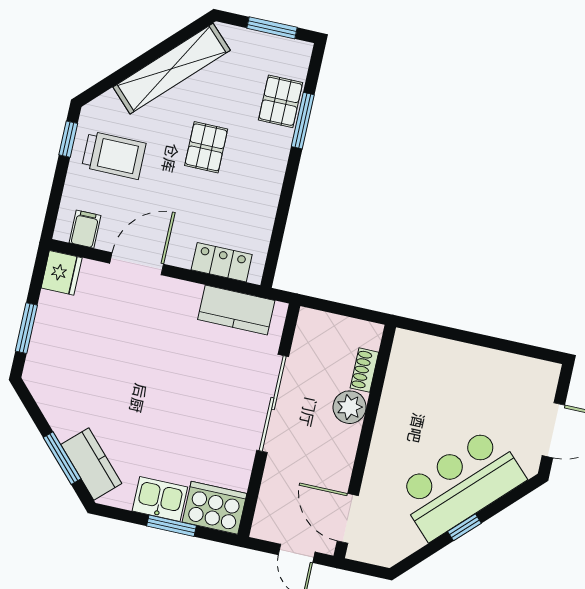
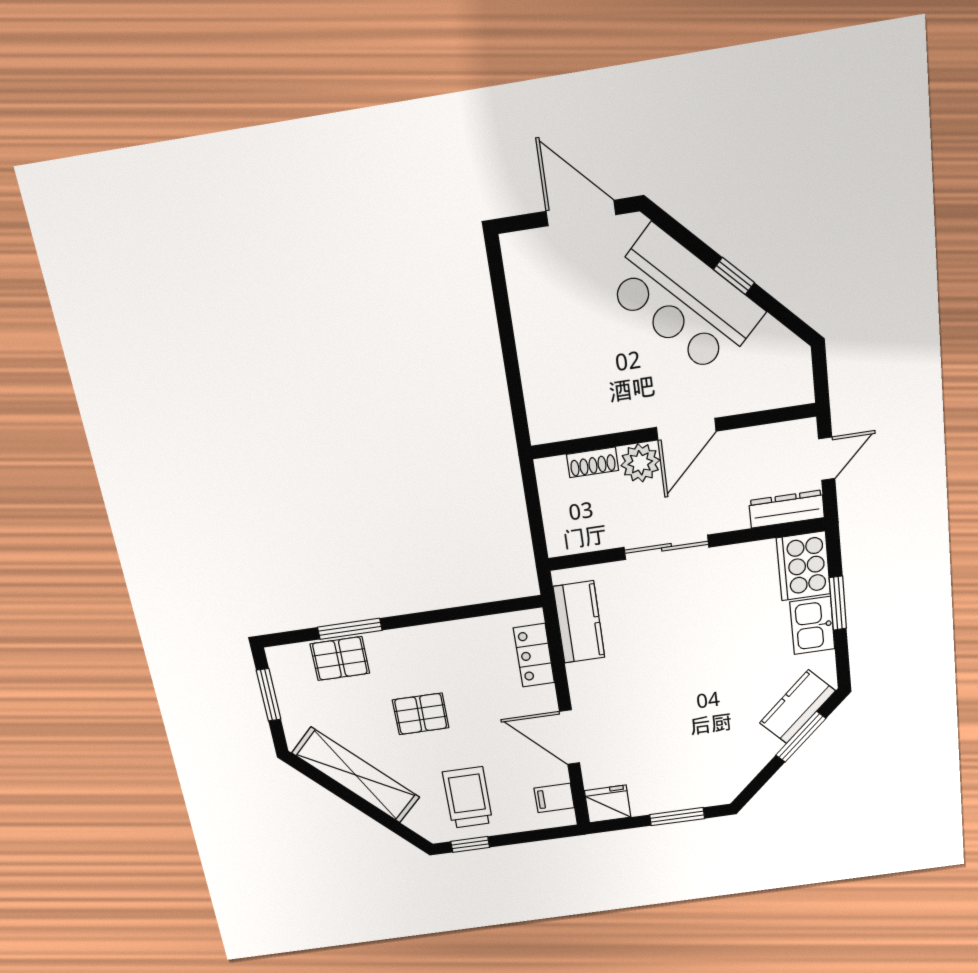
sliding door: (273, 404) -> (666, 547), width x0.73
dresser: (268, 509) -> (787, 509), added
door: (348, 518) -> (686, 429), moved

